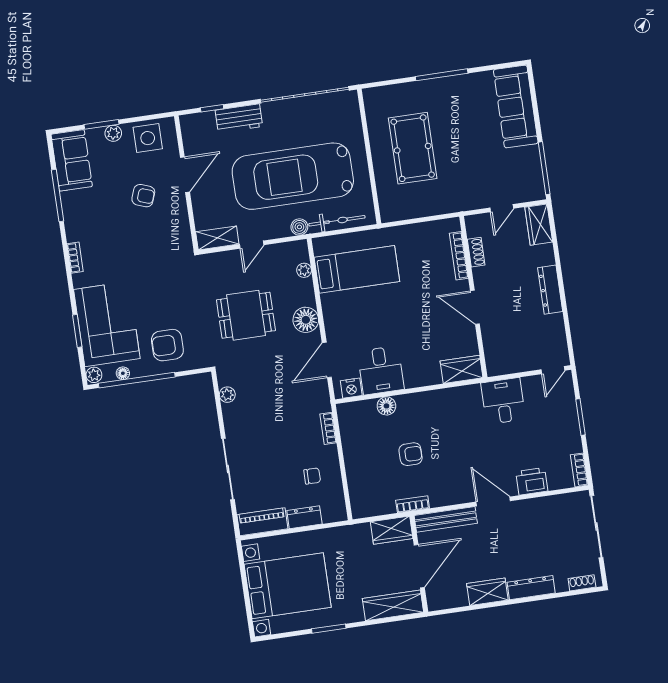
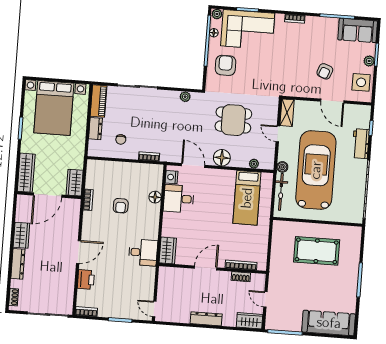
dining table: (246, 315) -> (233, 120), turned 90
desk: (503, 401) -> (143, 253), moved
bench: (446, 519) -> (74, 219), removed
door: (419, 566) -> (48, 195), hinge flipped

